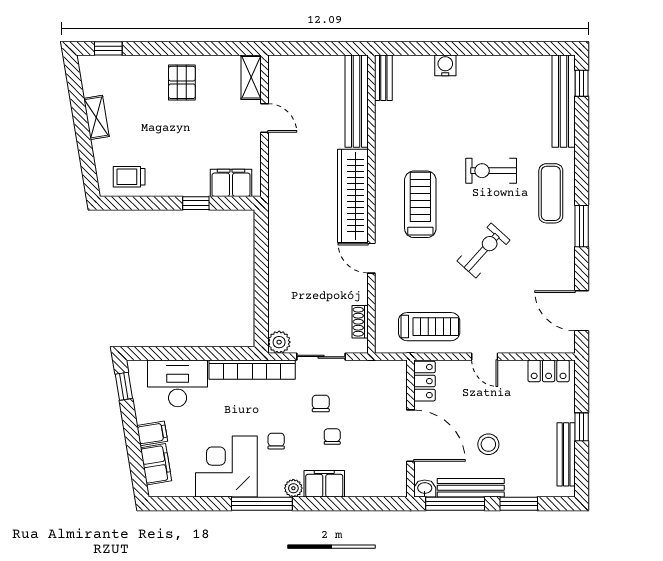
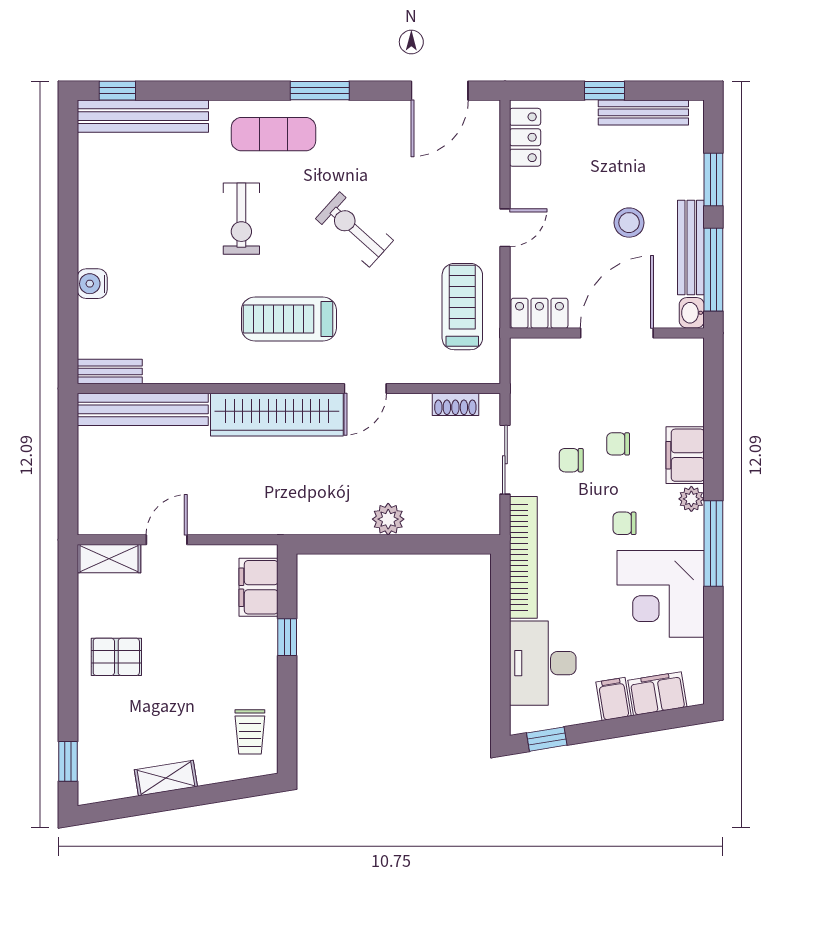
plant: (279, 342) -> (388, 519), moved

